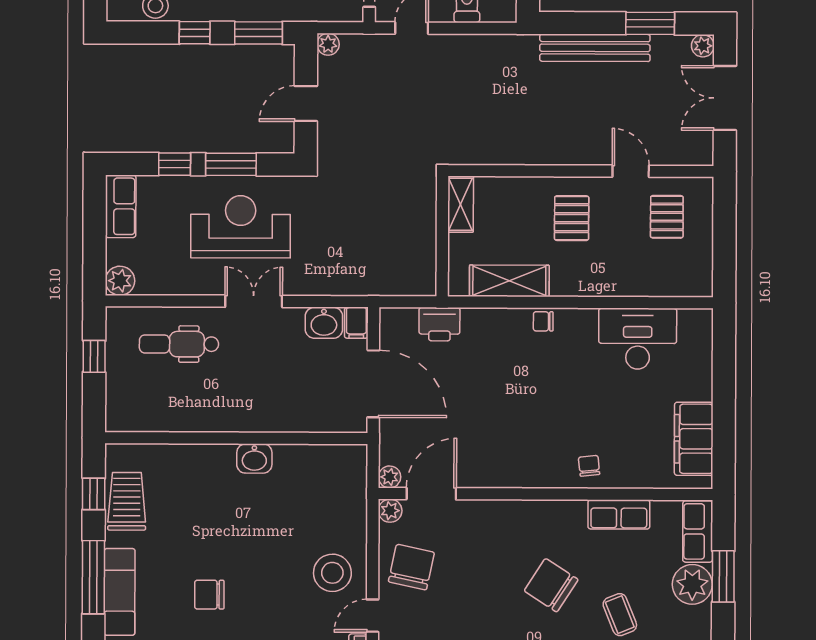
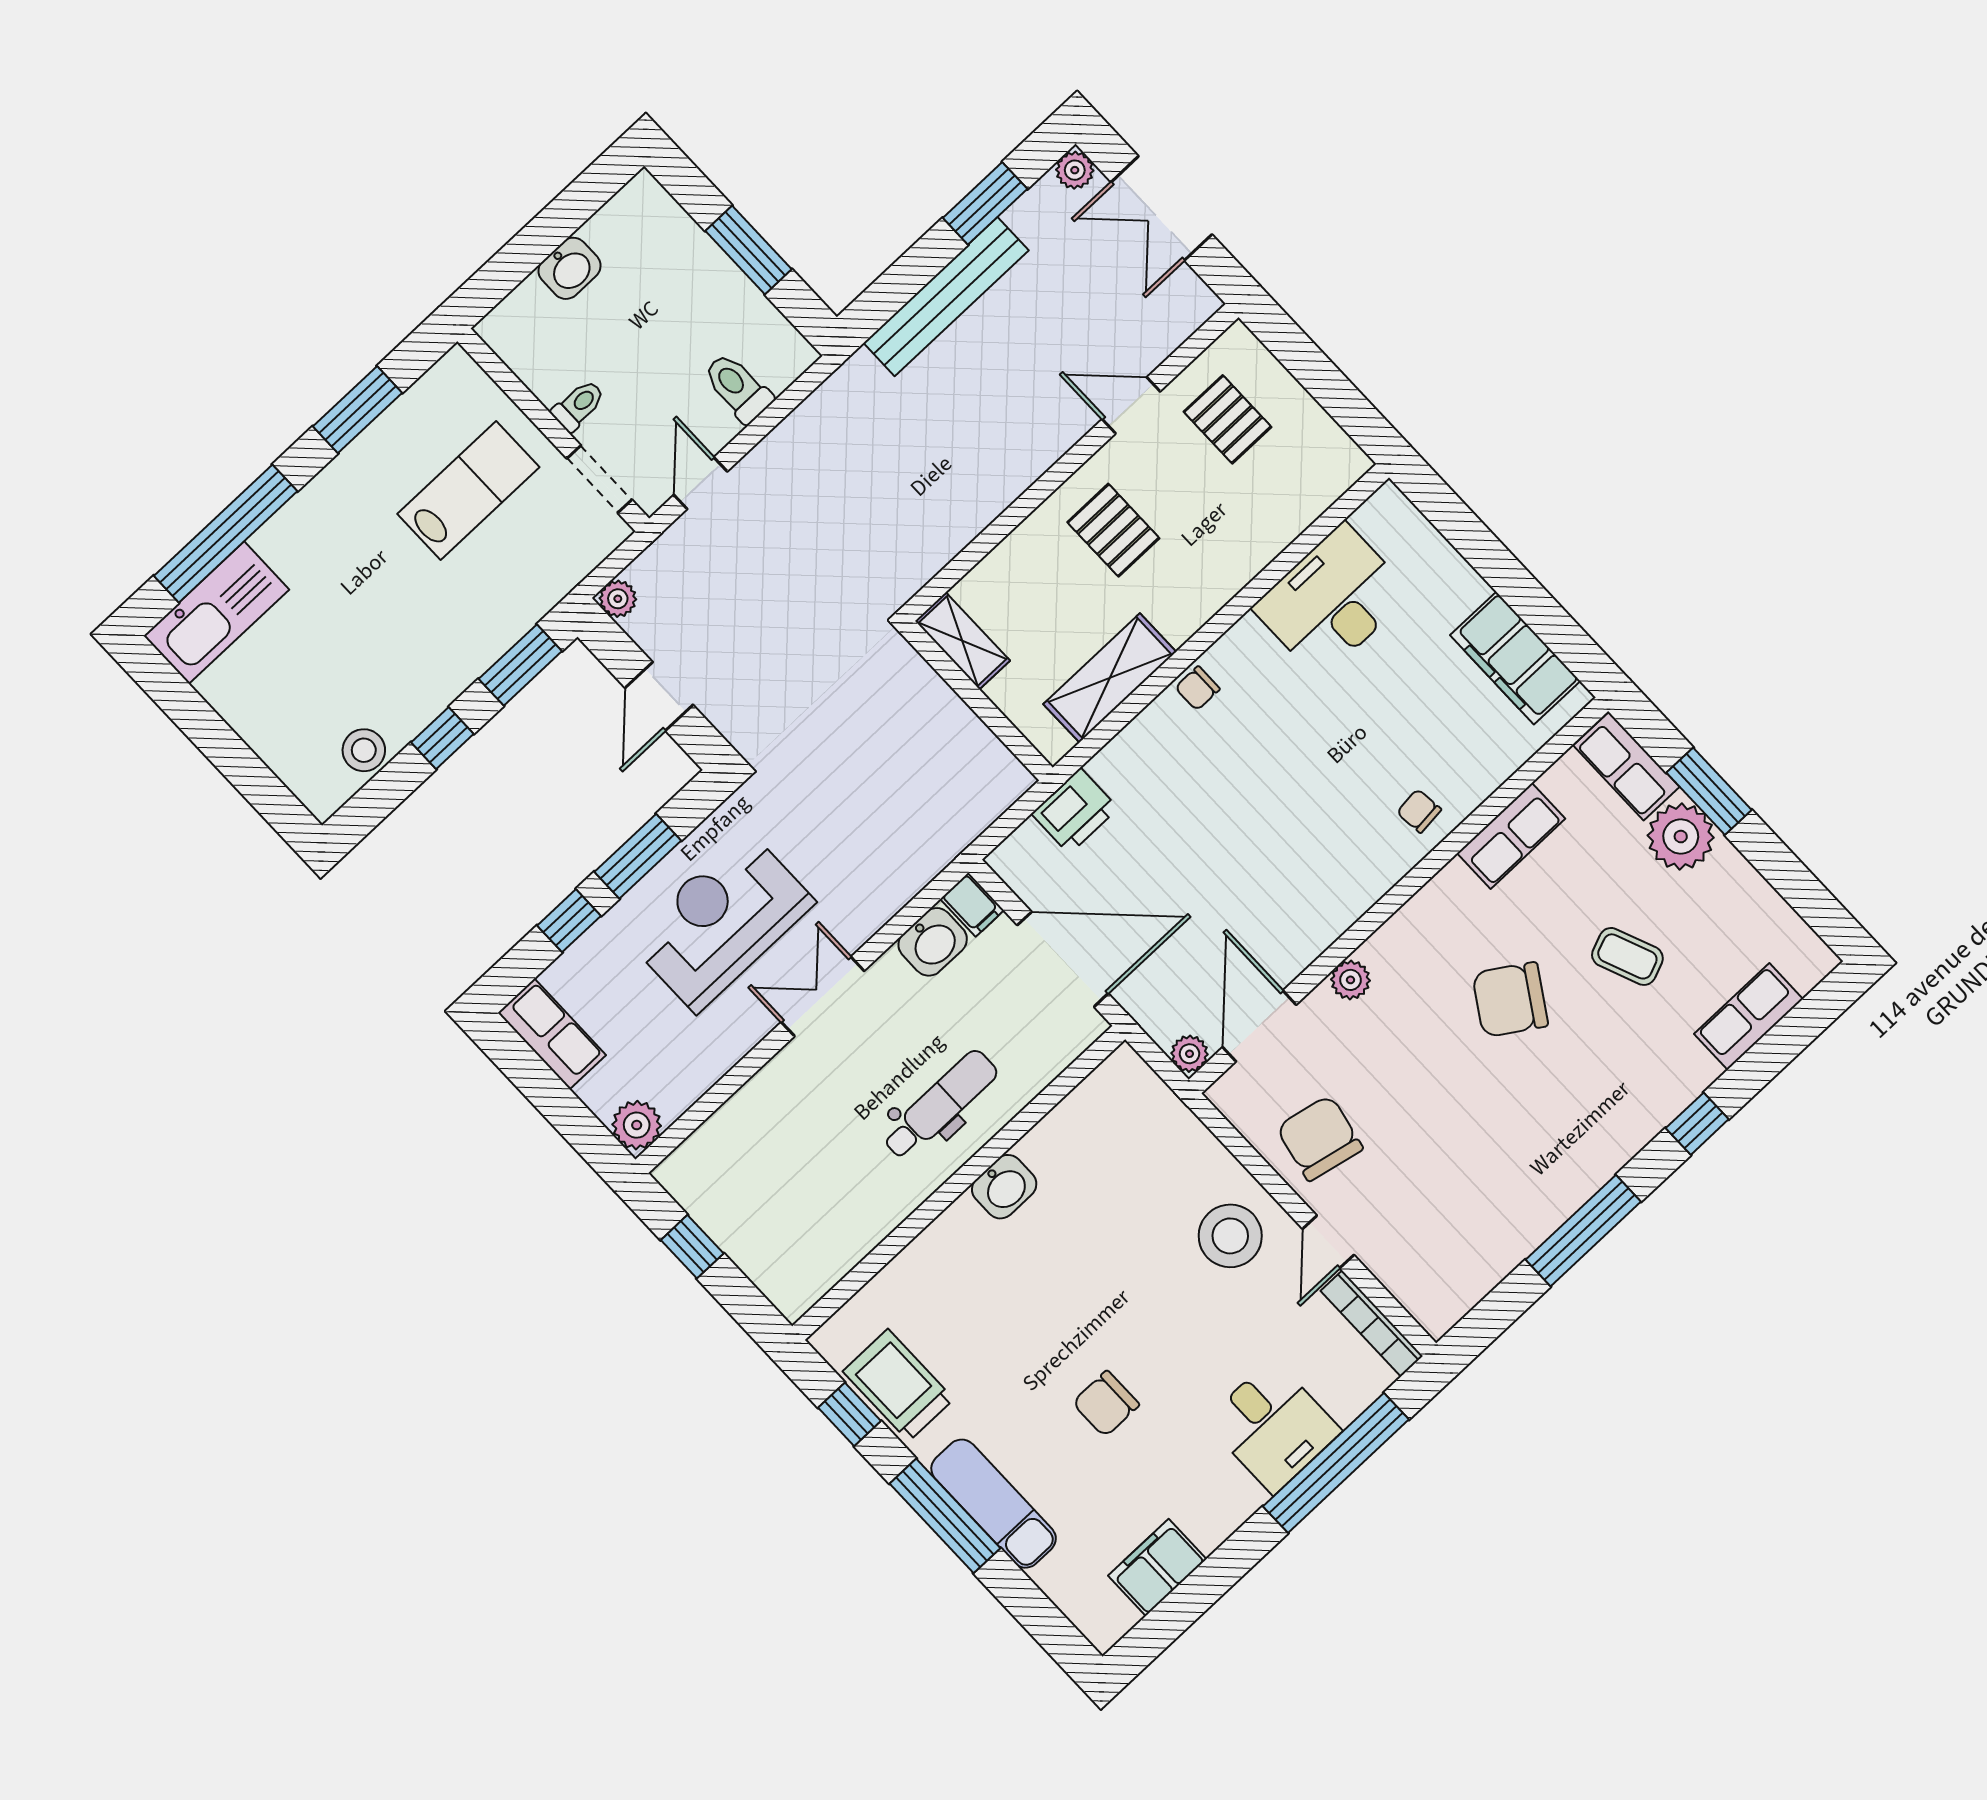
dental chair: (179, 344) -> (940, 1105), moved, turned 180
plant: (390, 511) -> (1350, 980), moved

